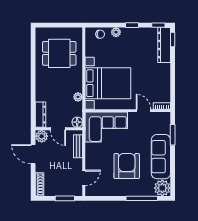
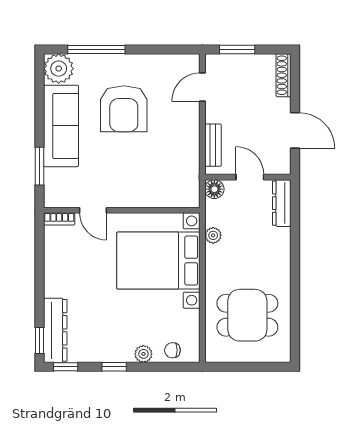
corner sofa: (106, 127) -> (161, 180), removed
plant: (42, 136) -> (280, 163), removed

